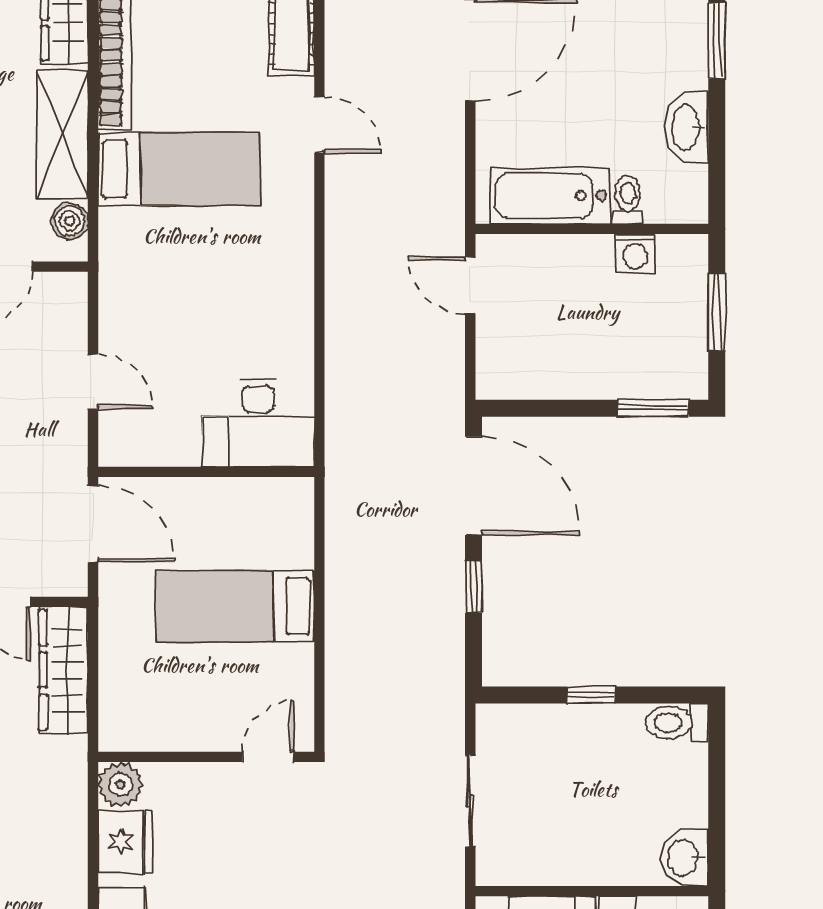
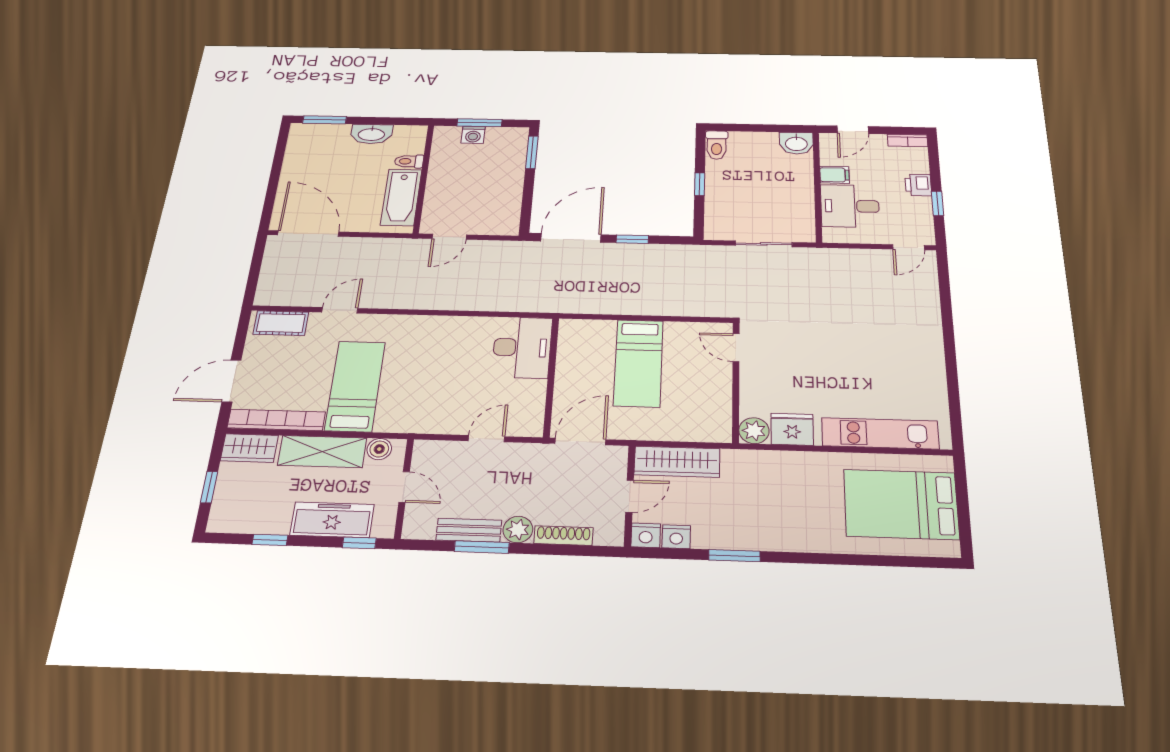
washing machine: (635, 253) -> (473, 135), moved, turned 90

